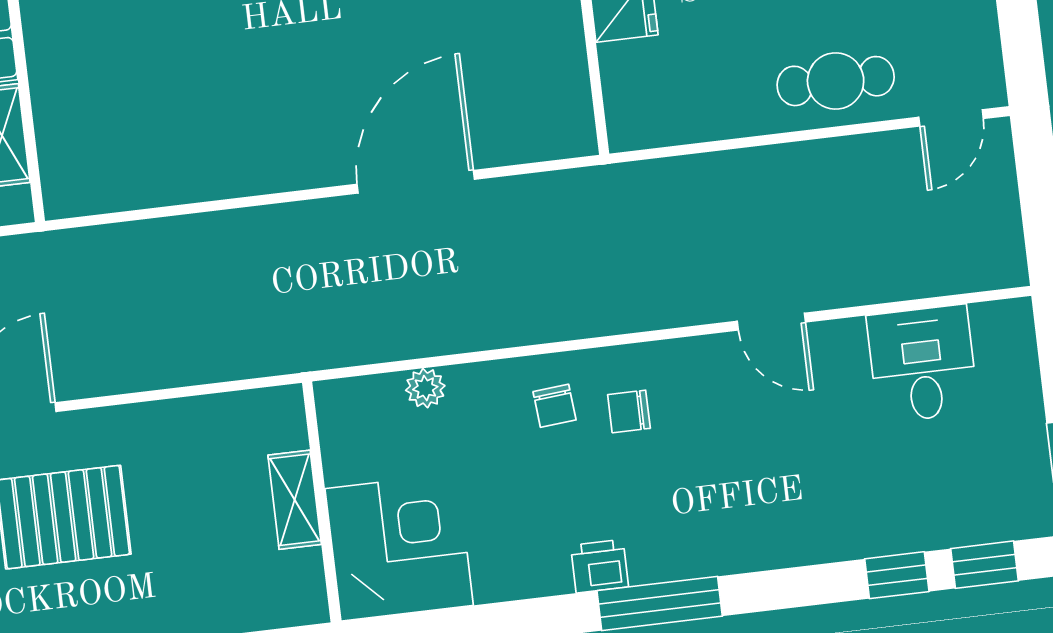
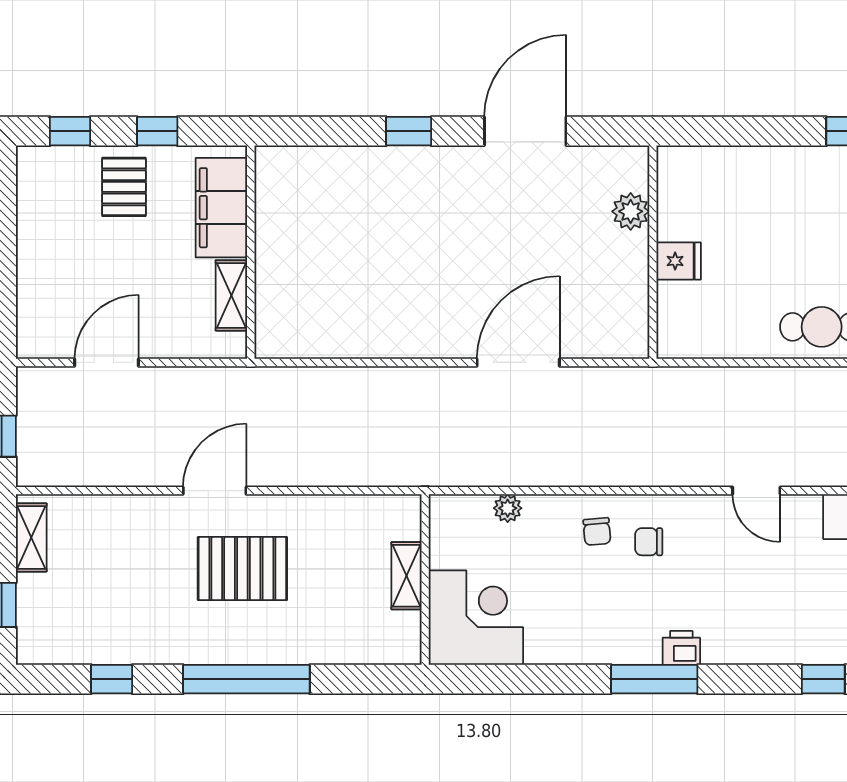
printer: (600, 566) -> (681, 648), moved

